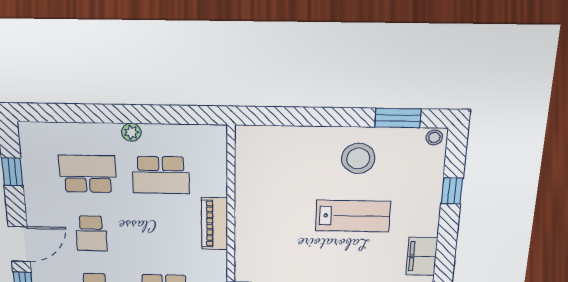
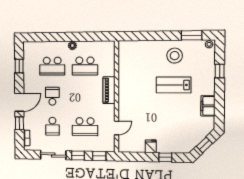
school desk: (88, 174) -> (52, 66), turned 180
lab bench: (353, 216) -> (174, 85), turned 180
school desk: (91, 233) -> (52, 96), turned 180

